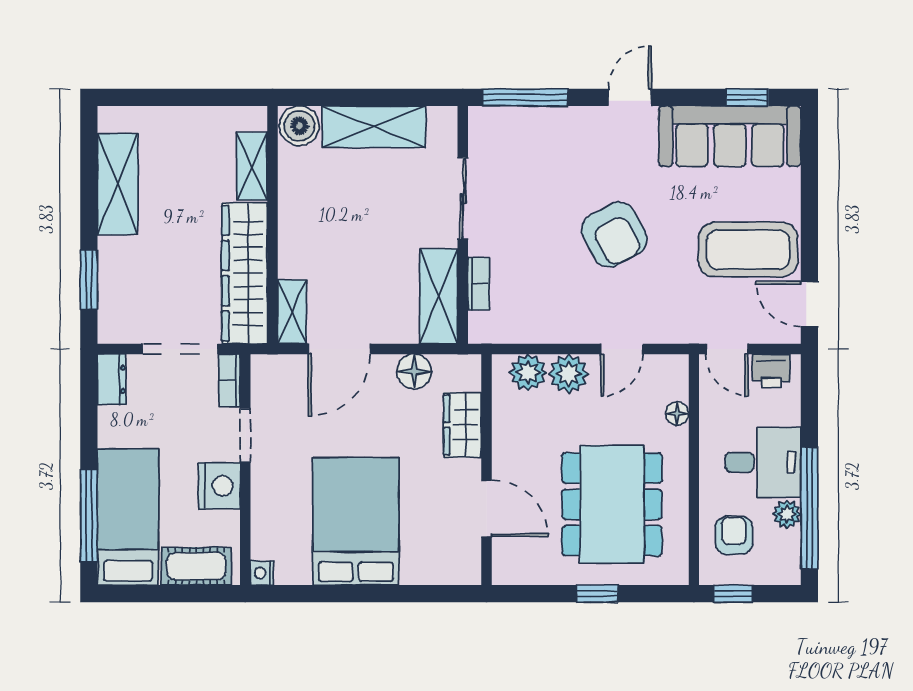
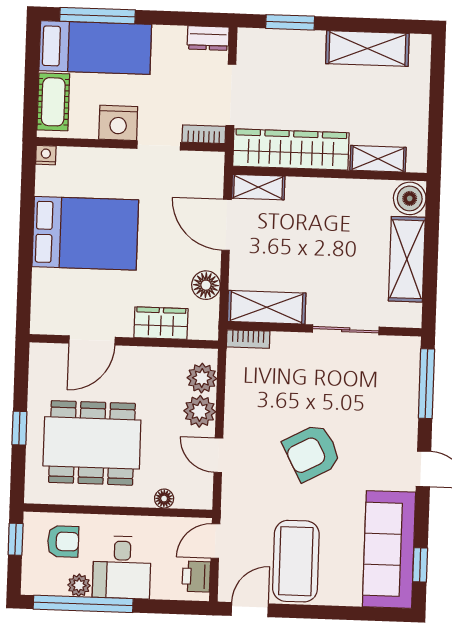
bookcase: (478, 284) -> (248, 339), moved

